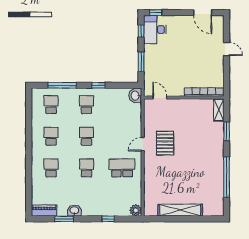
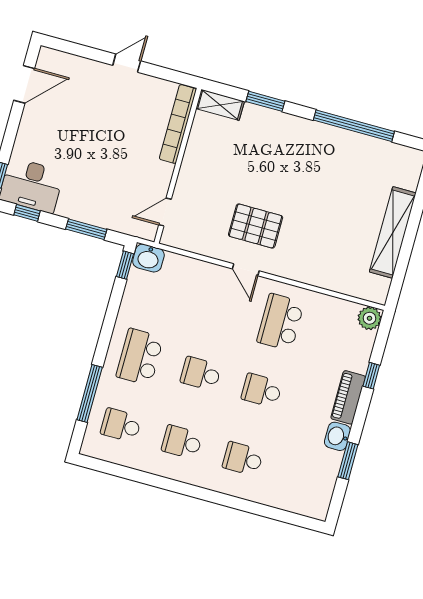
door: (227, 49) -> (127, 63), moved
window: (98, 85) -> (125, 265), moved
school desk: (86, 105) -> (140, 357), width x1.85
piano: (44, 211) -> (348, 397), moved

